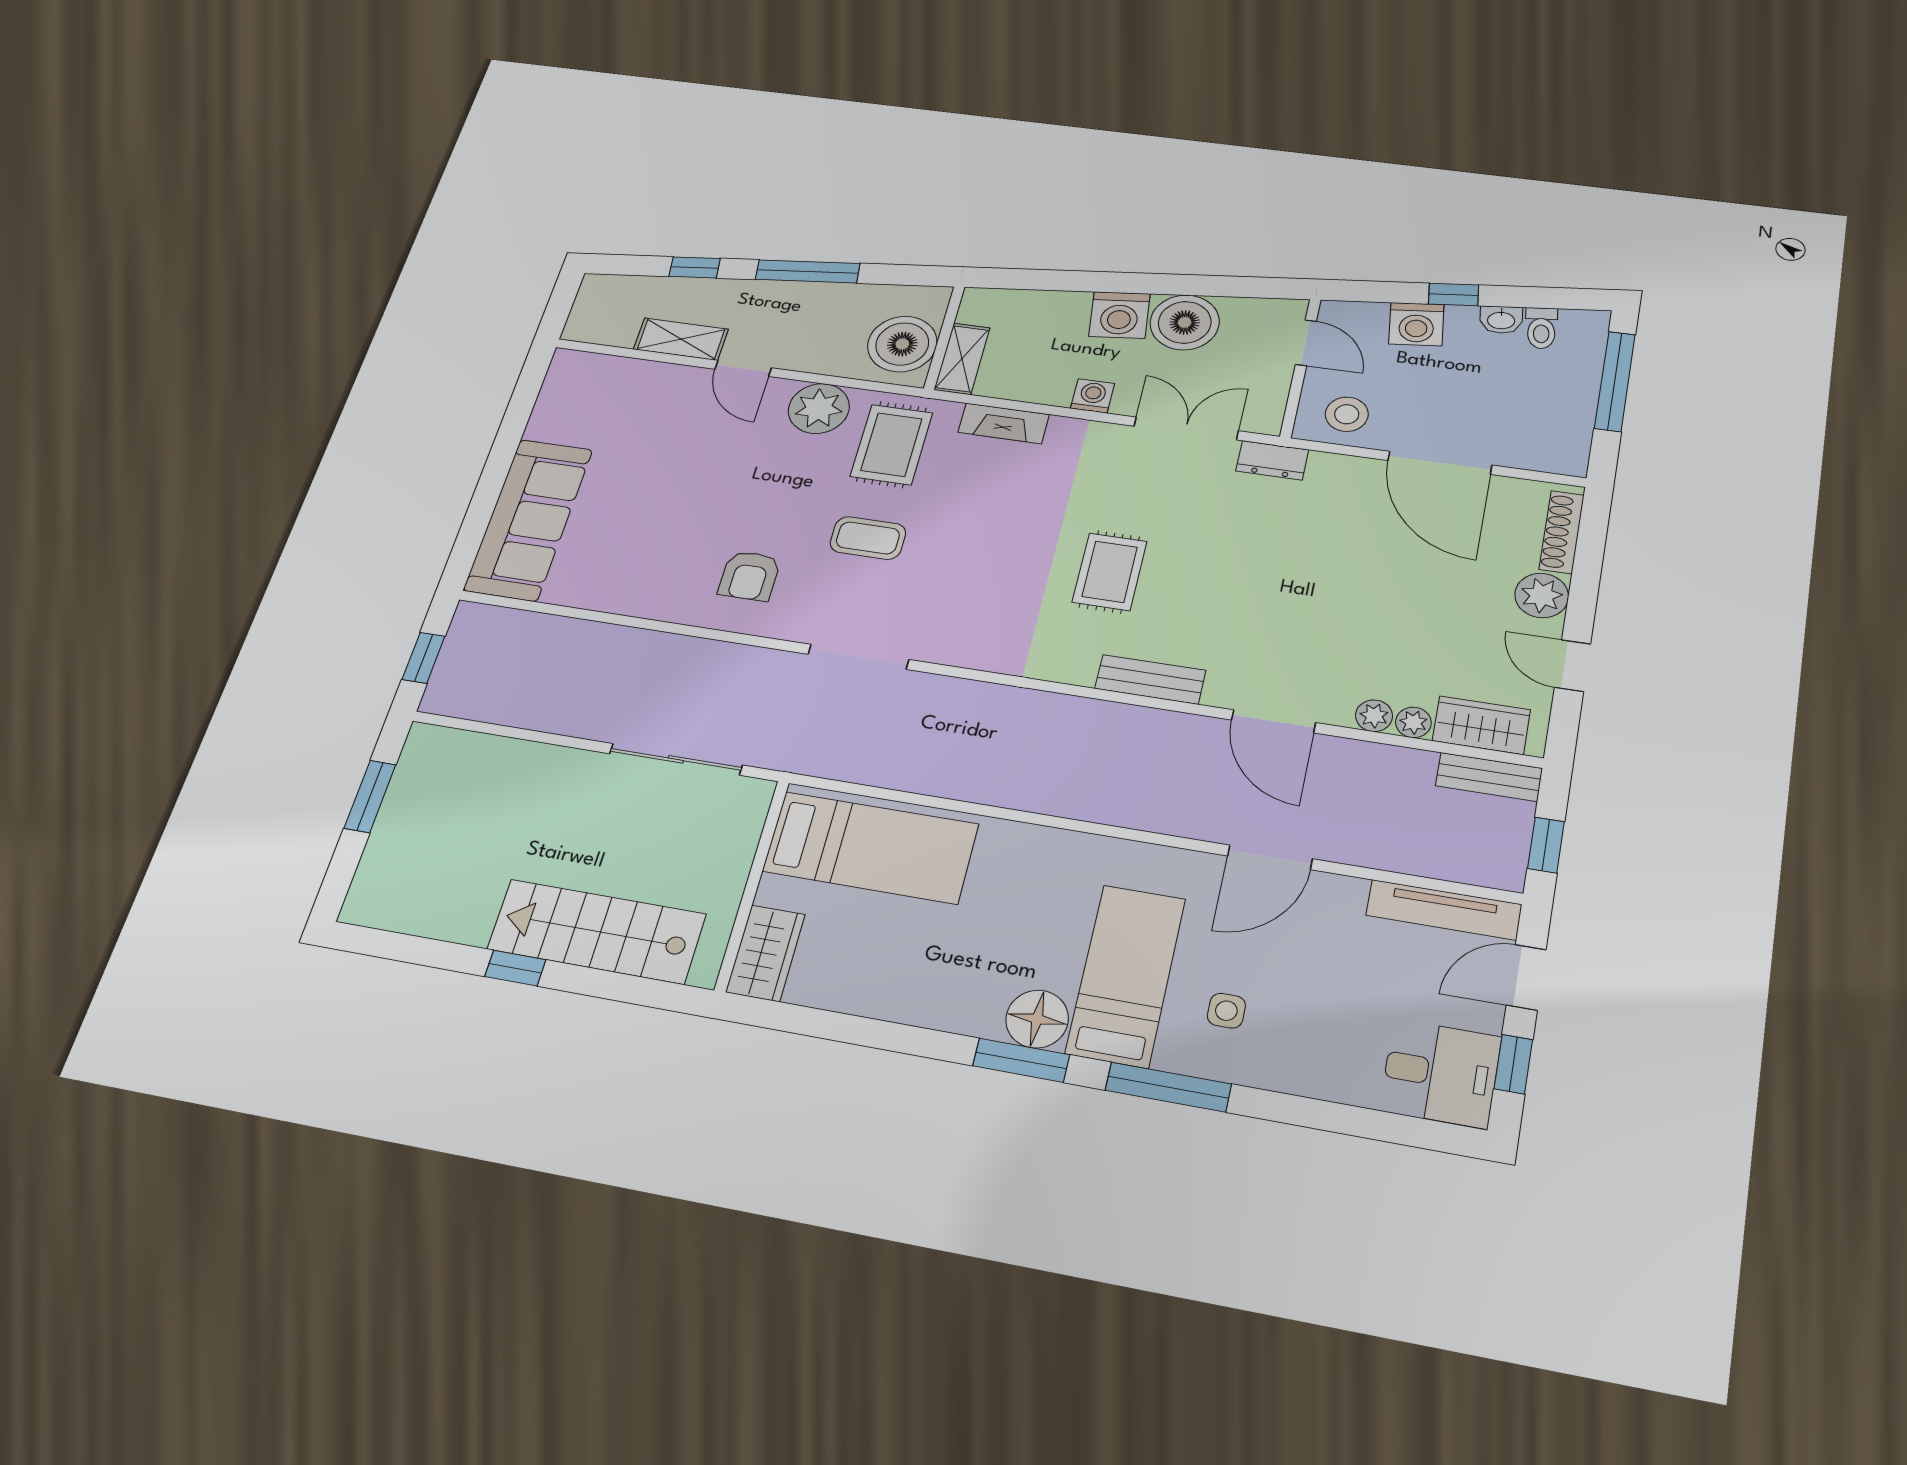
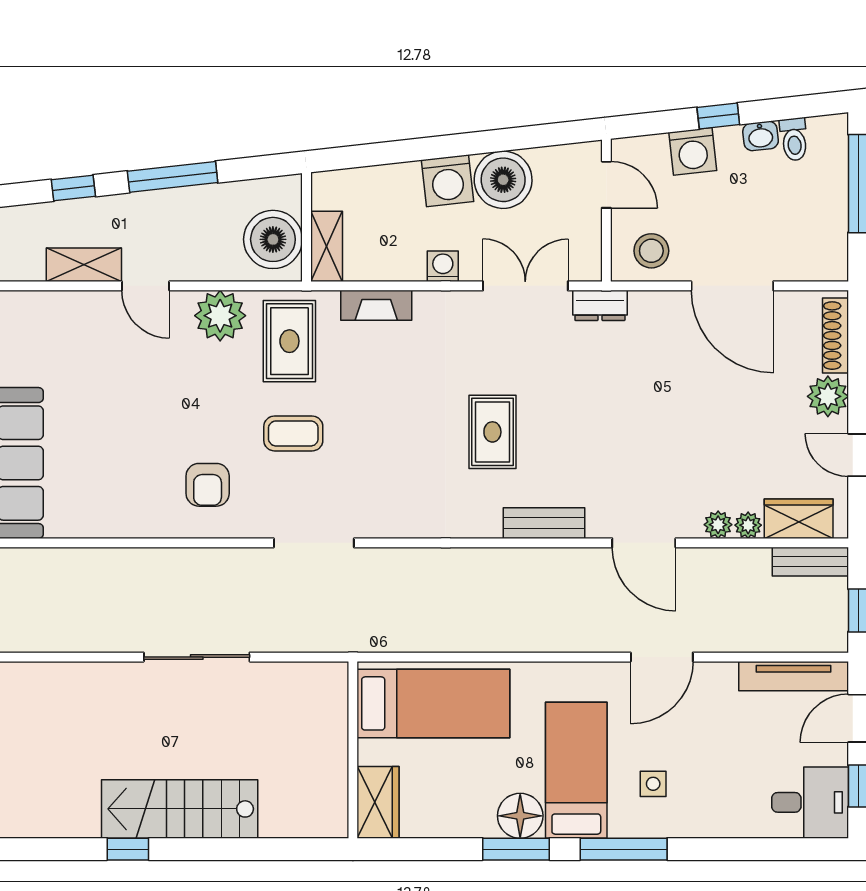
bed: (871, 848) -> (433, 703), moved
wall: (752, 885) -> (353, 750), moved
wardrobe: (765, 953) -> (378, 802), moved

